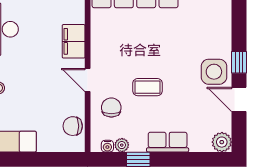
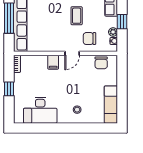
filing cabinet: (74, 41) -> (53, 62), width x0.50

